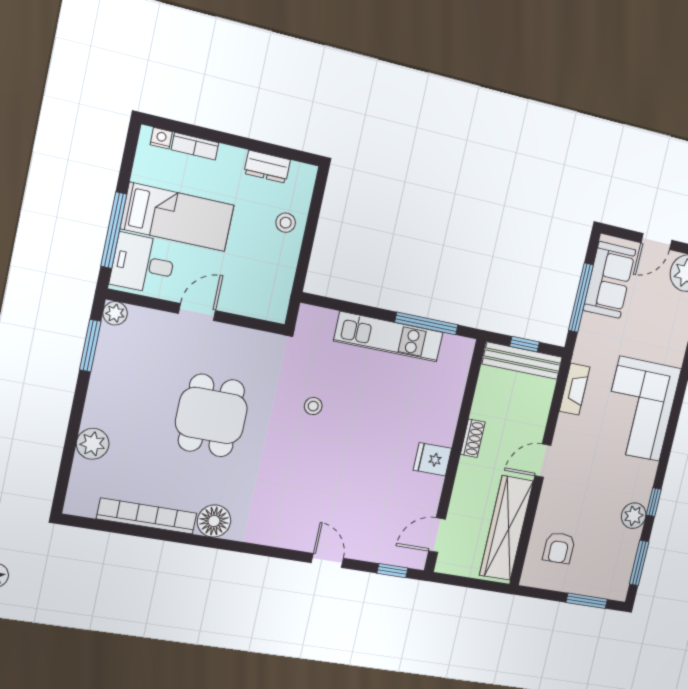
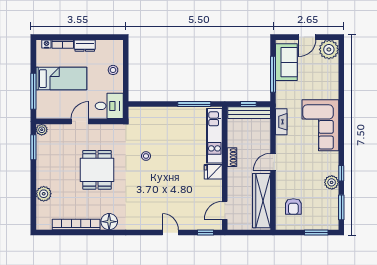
dresser: (267, 167) -> (85, 46), moved
desk: (143, 264) -> (109, 106), moved, turned 180
kitchen unit: (389, 337) -> (214, 136), moved, turned 90

